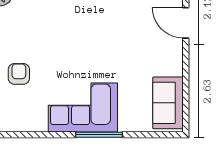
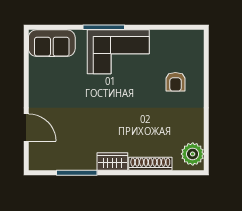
sofa: (168, 103) -> (52, 43), moved, turned 90

